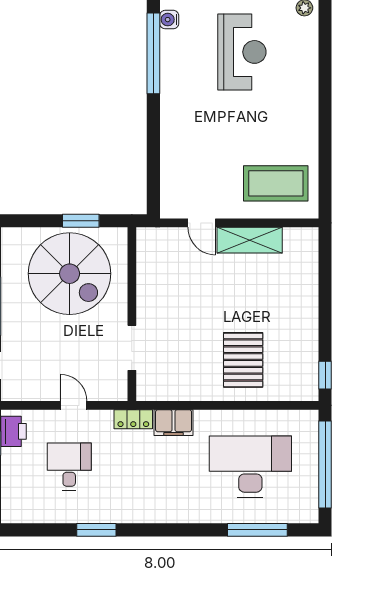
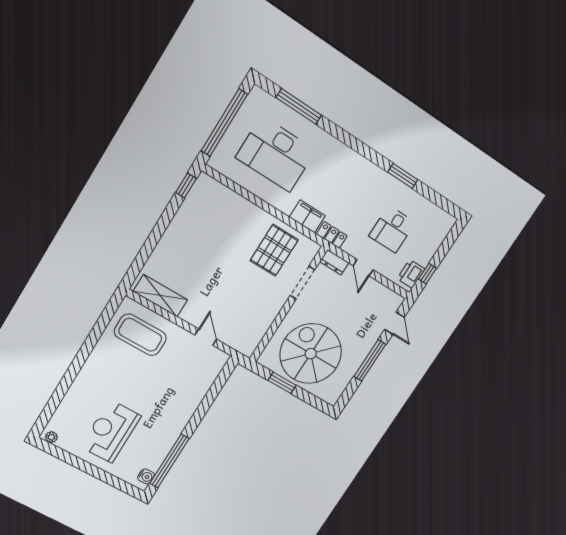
shelving: (250, 240) -> (160, 296), moved
pallet: (243, 360) -> (274, 250), moved
dresser: (111, 392) -> (334, 262), added

